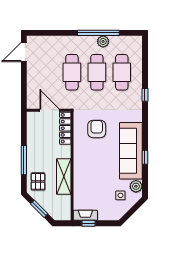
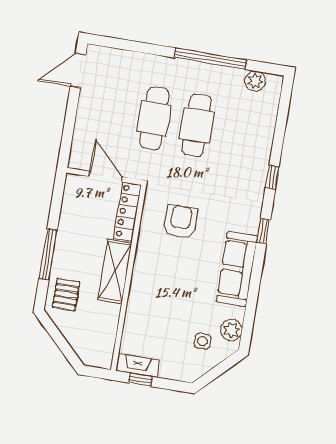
plant: (103, 41) -> (255, 81), moved
cafe table: (122, 72) -> (239, 132), removed
sofa: (131, 151) -> (237, 269), width x0.74, depth x0.79
window: (145, 157) -> (263, 231), moved
shelving: (64, 177) -> (115, 271), moved
window: (39, 209) -> (61, 341), removed

